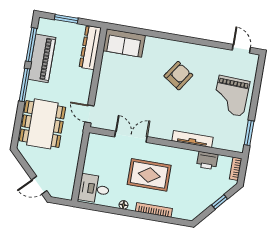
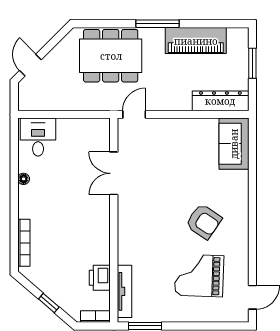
window: (31, 45) -> (211, 24), removed
grand piano: (231, 96) -> (199, 276), moved
double door: (131, 137) -> (114, 173), swing flipped
tv unit: (192, 139) -> (124, 291), moved
rug: (149, 175) -> (68, 206), removed
bookcase: (154, 210) -> (24, 243), moved

